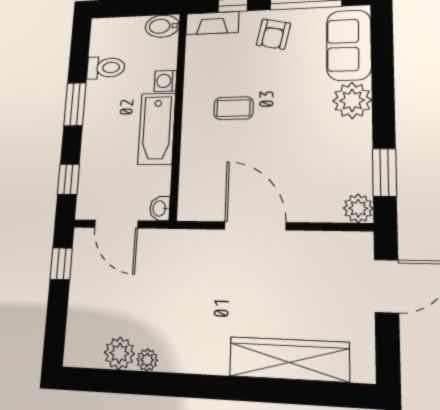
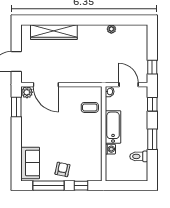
fireplace: (212, 23) -> (90, 176), removed
bidet: (162, 26) -> (113, 176), removed
plant: (352, 100) -> (29, 138), removed
coffee table: (233, 108) -> (90, 107), moved
door: (255, 226) -> (46, 85), moved
plant: (119, 353) -> (123, 31), removed

